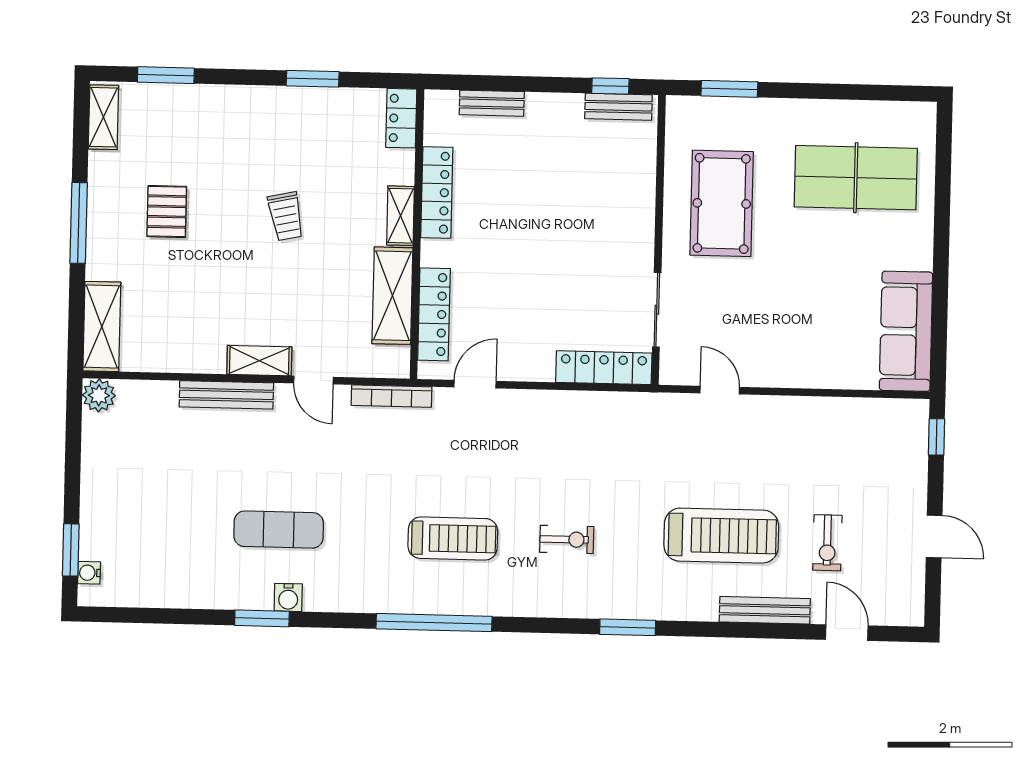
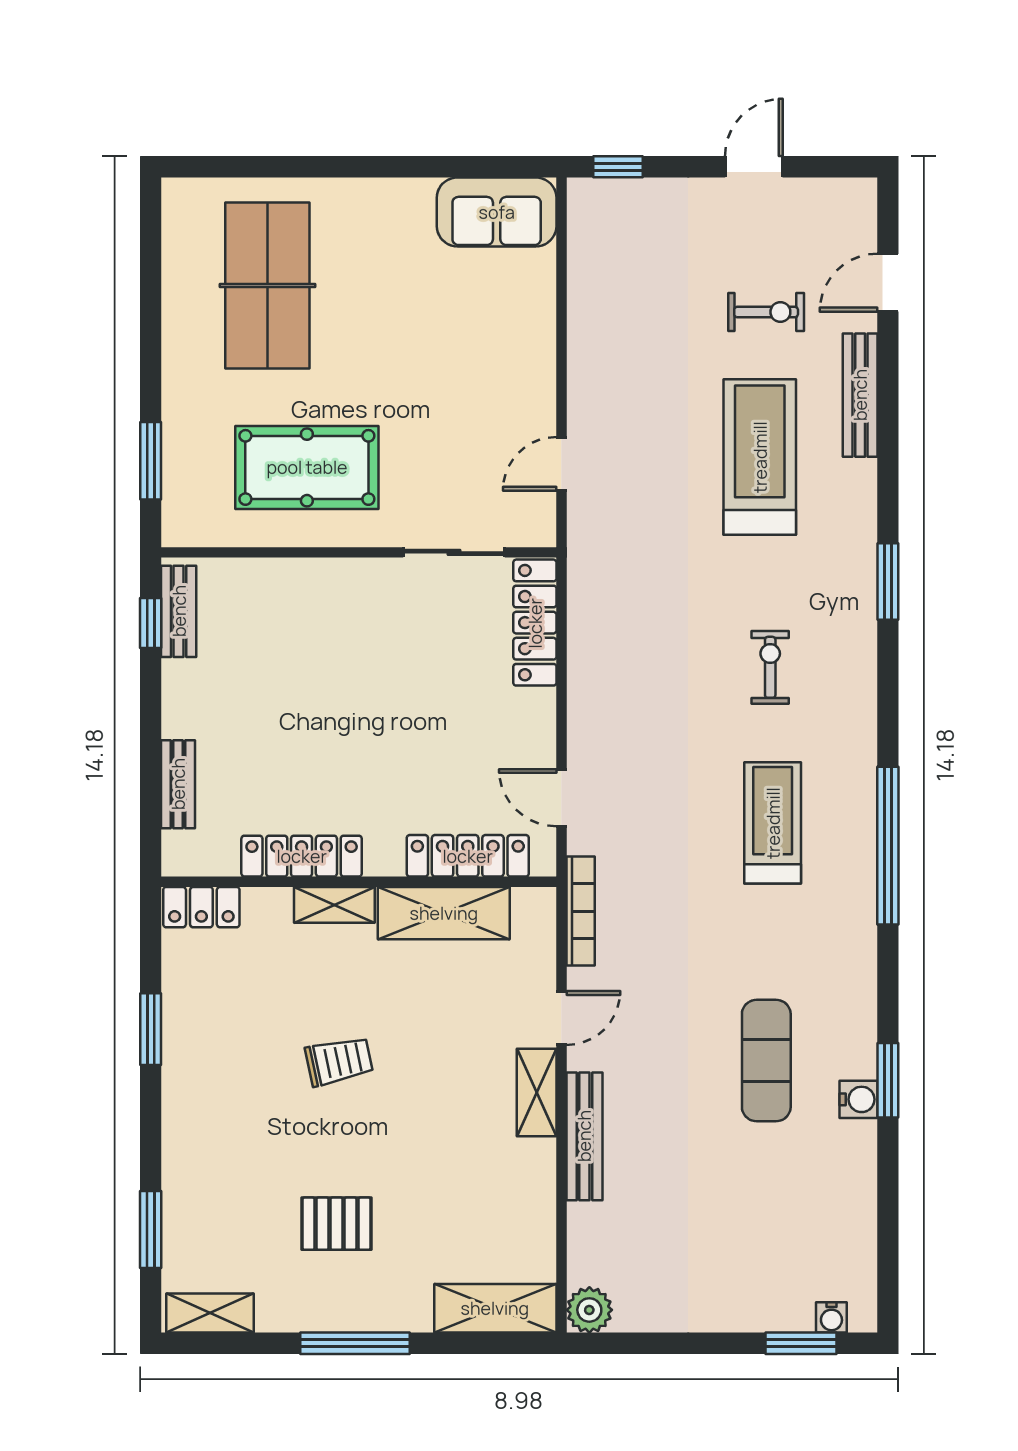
sofa: (906, 331) -> (497, 212), width x0.73
water cooler: (288, 597) -> (859, 1099), moved

